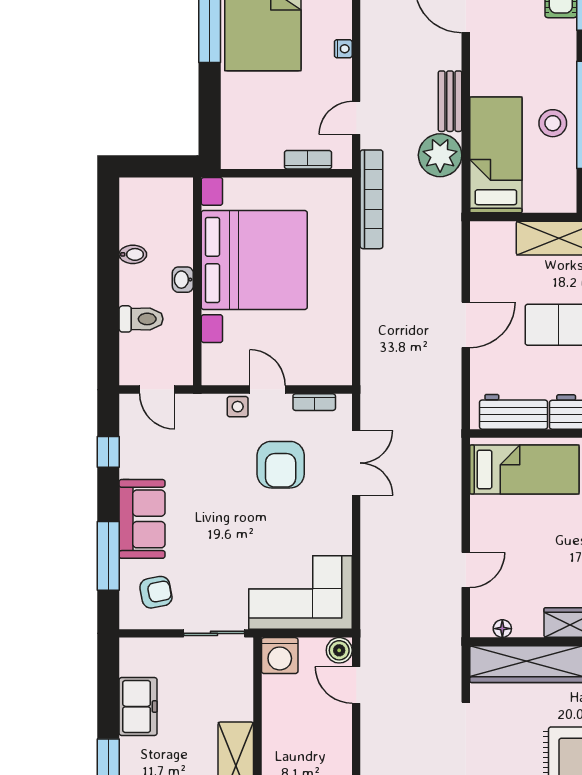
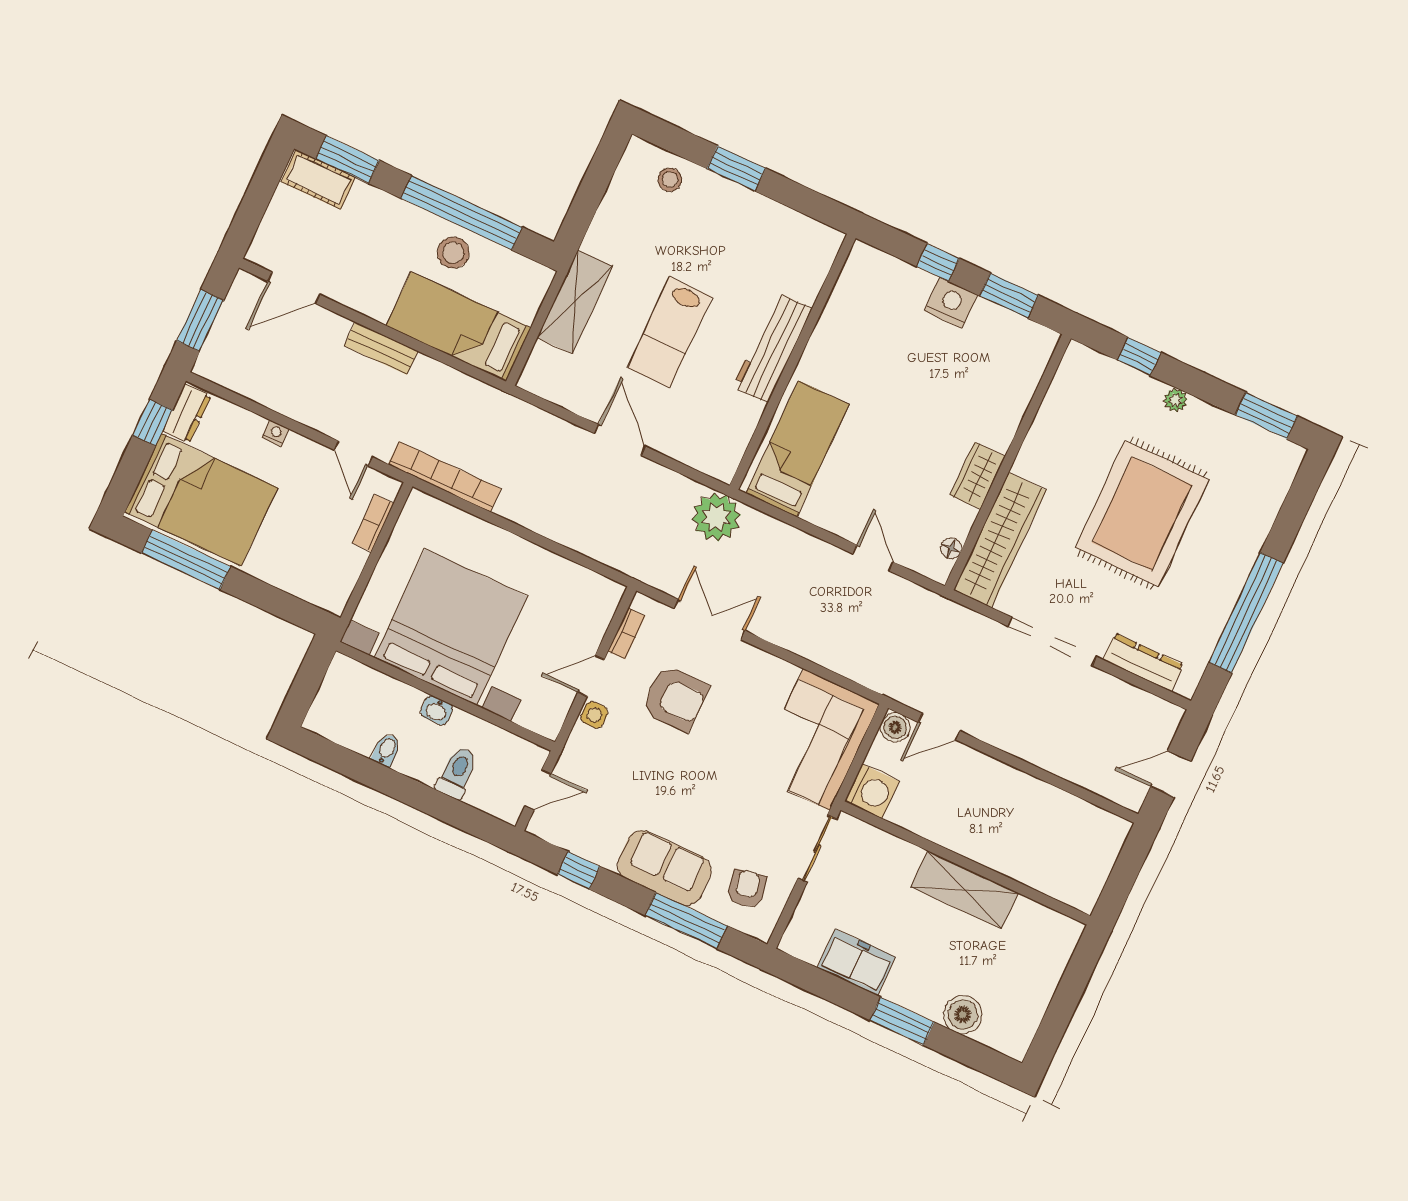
plant: (440, 155) -> (716, 517), moved
workbench: (514, 412) -> (733, 432), removed

